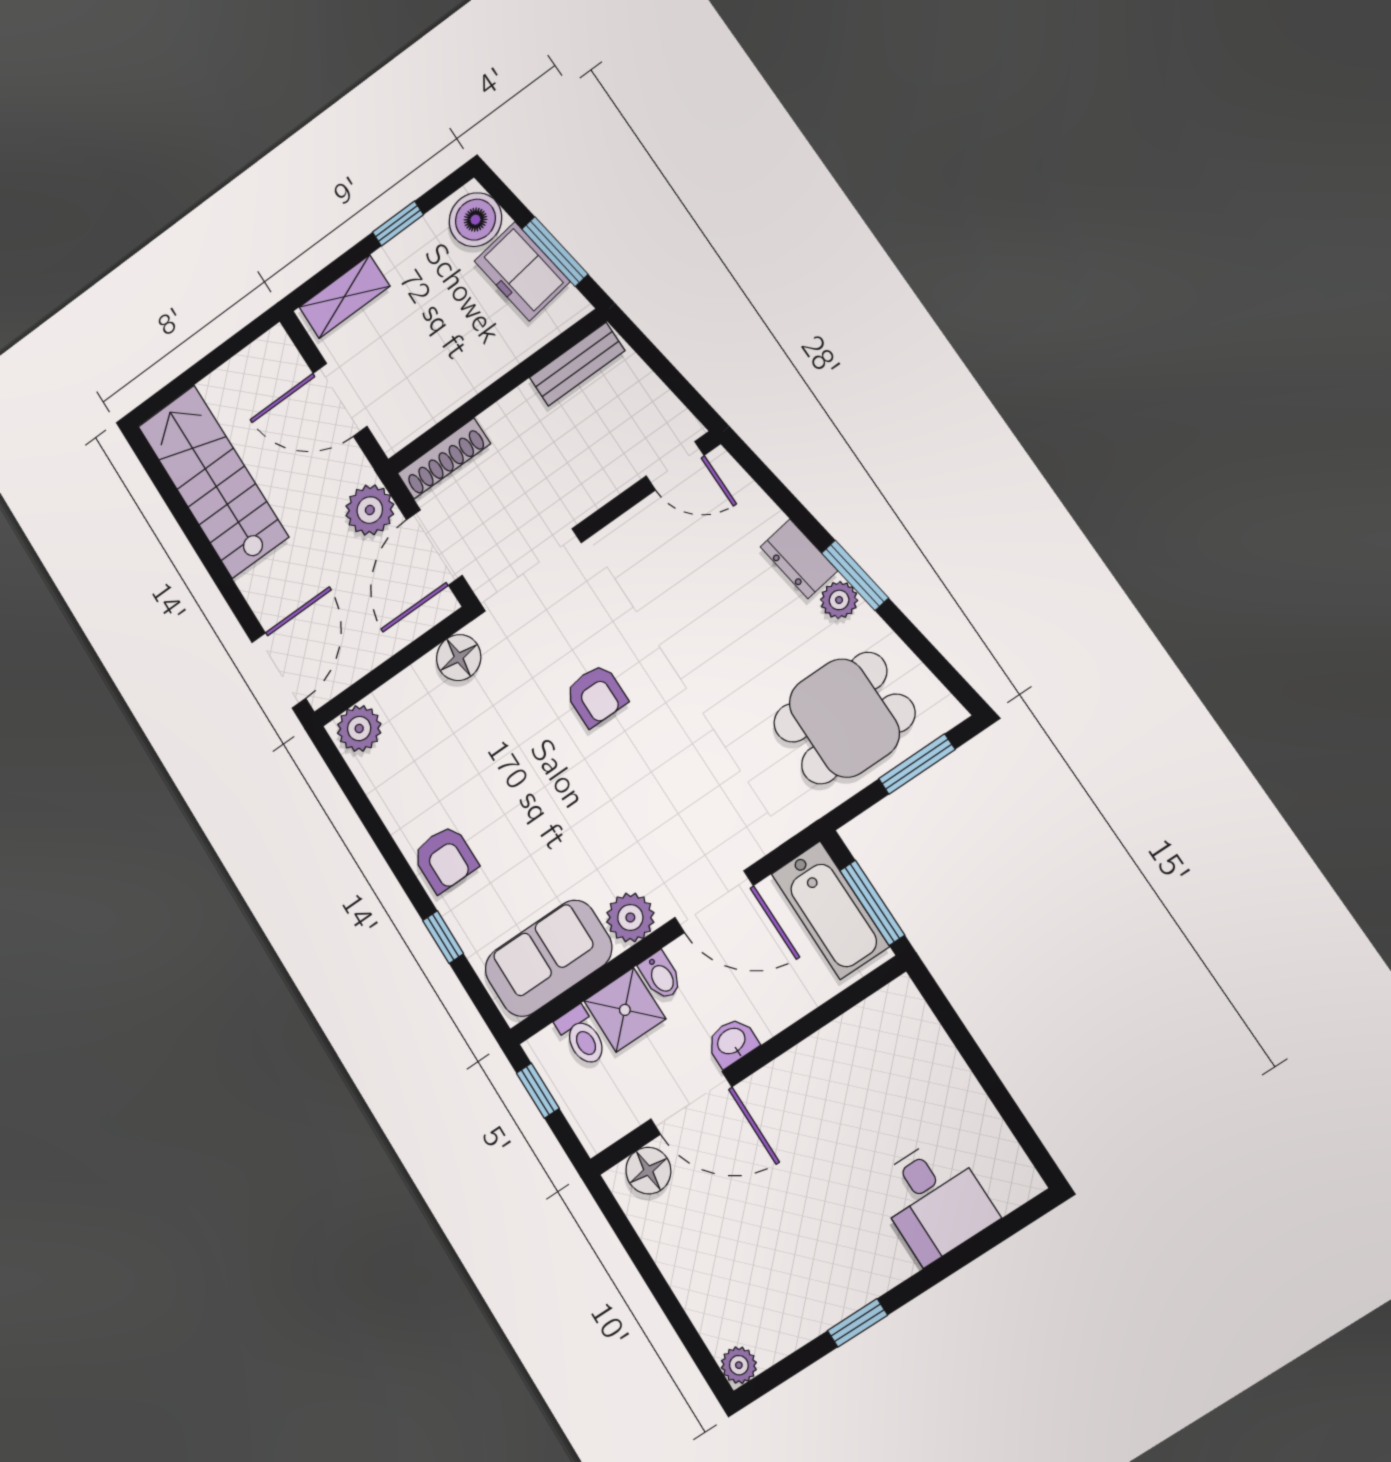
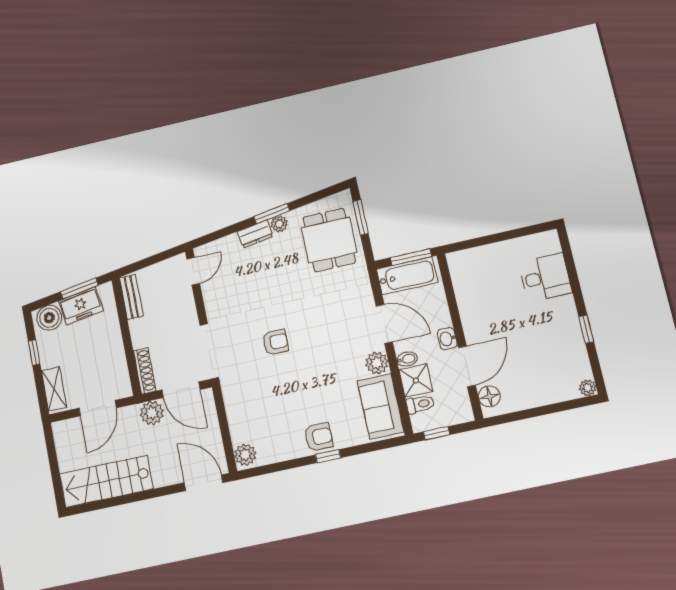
floor lamp: (459, 658) -> (233, 397), removed
door: (714, 902) -> (384, 324), hinge flipped
window: (443, 937) -> (328, 456), moved

